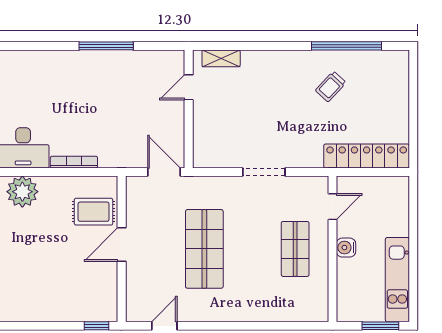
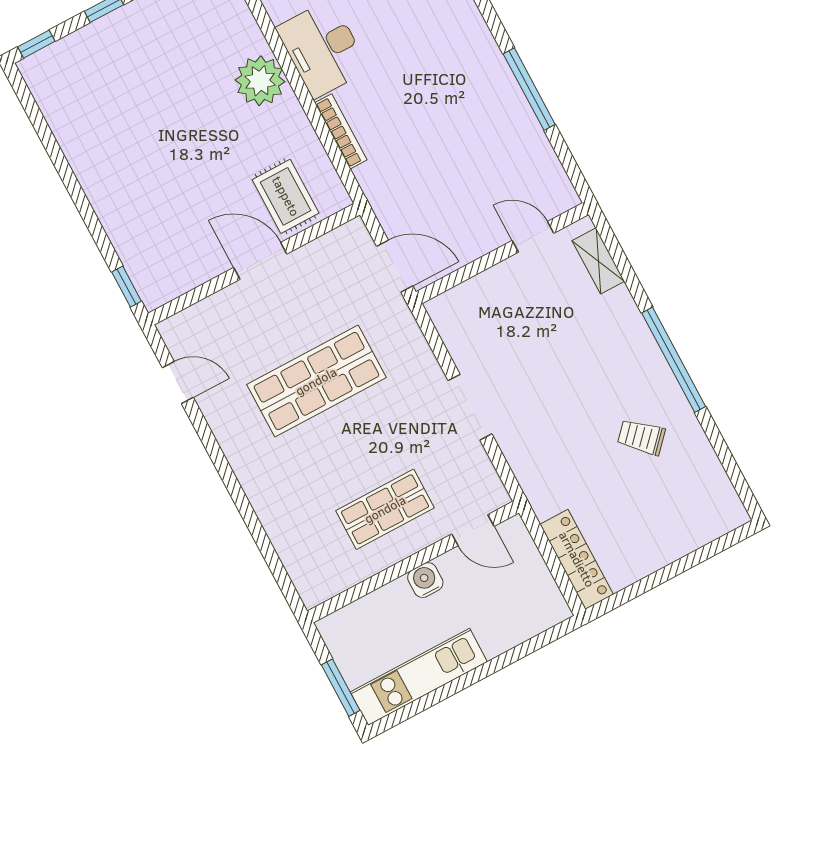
window: (347, 46) -> (674, 360), moved
locker: (367, 156) -> (577, 559), width x0.71, depth x0.83
door: (164, 172) -> (395, 266), hinge flipped

